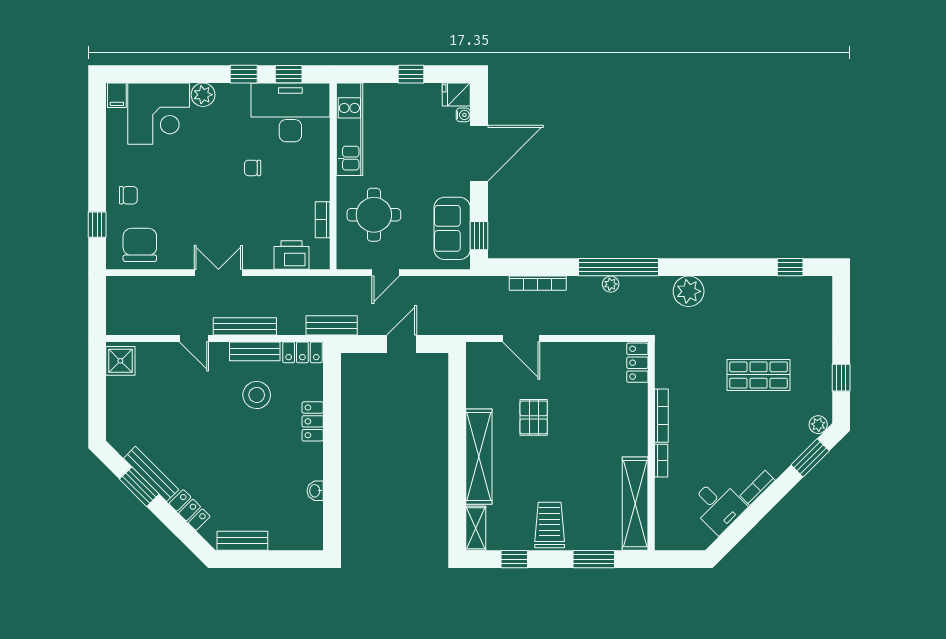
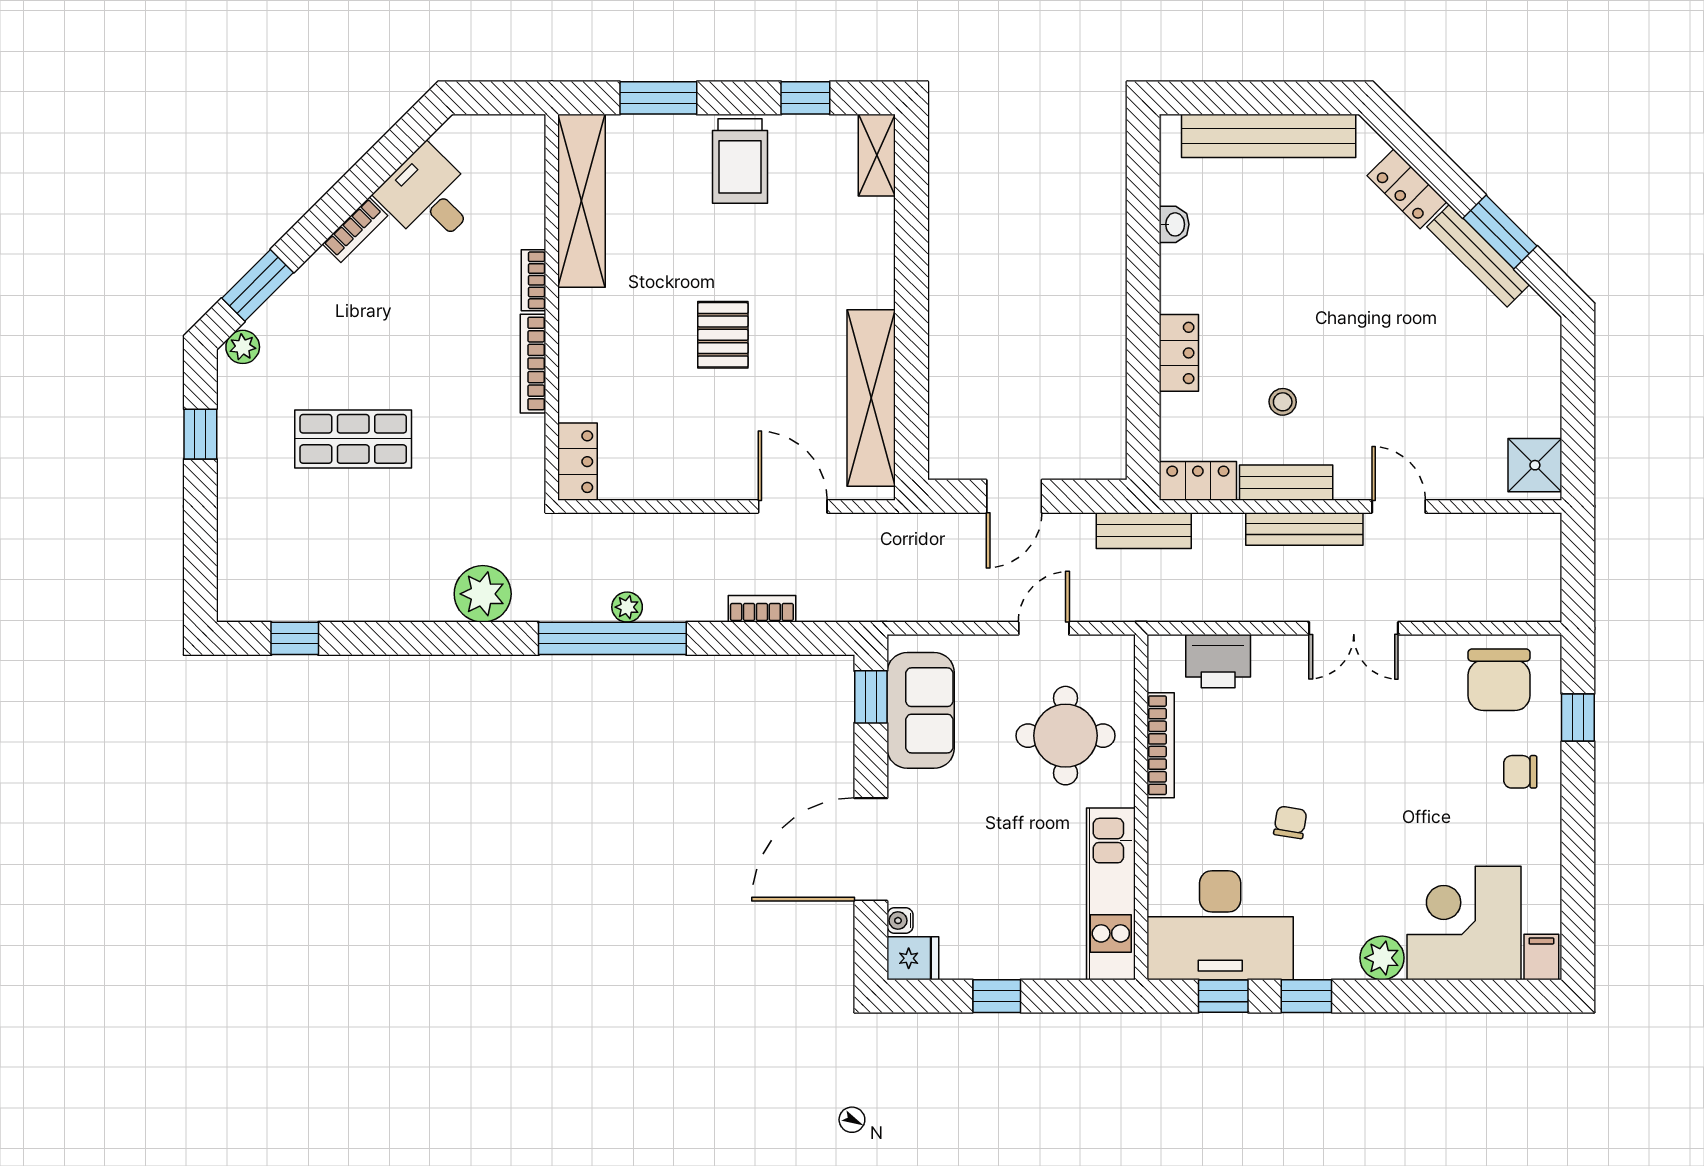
chair: (253, 168) -> (1290, 822), turned -81
bookcase: (323, 220) -> (1161, 745), width x1.56
bookcase: (538, 283) -> (762, 609), width x0.64
stool: (257, 395) -> (1283, 402), width x0.53, depth x0.53
pallet: (534, 417) -> (723, 335), moved
shelving: (479, 457) -> (871, 398), moved
bench: (242, 541) -> (1269, 136), width x1.86, depth x1.21

